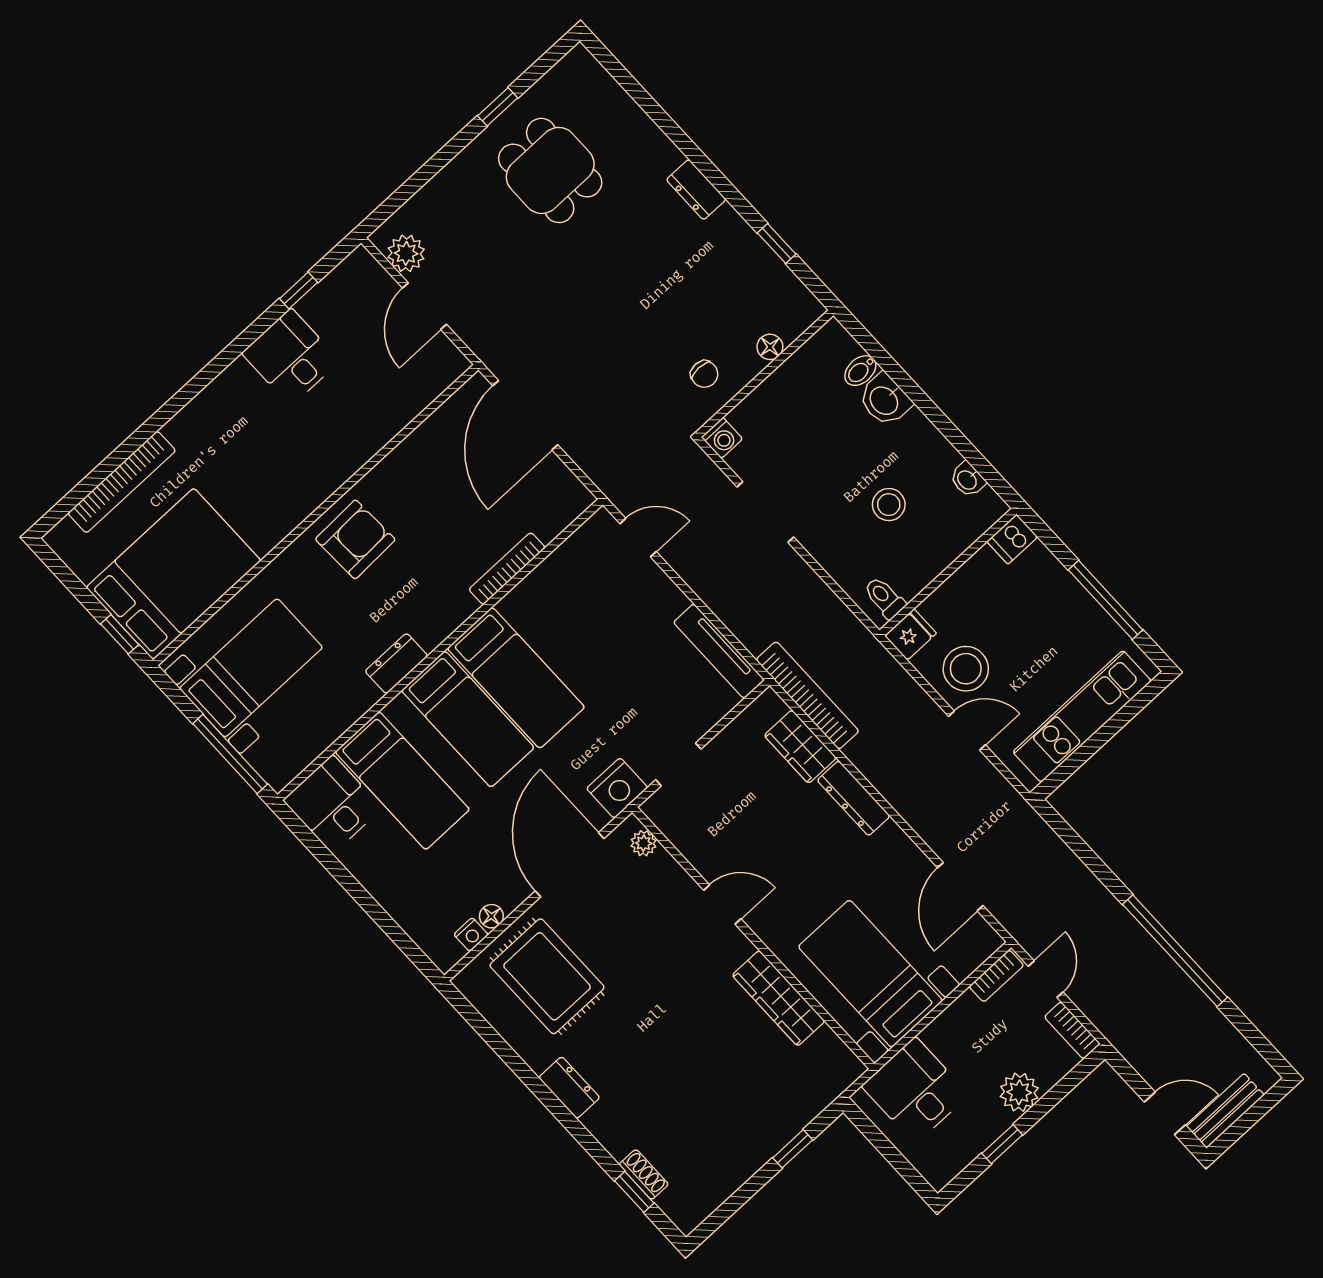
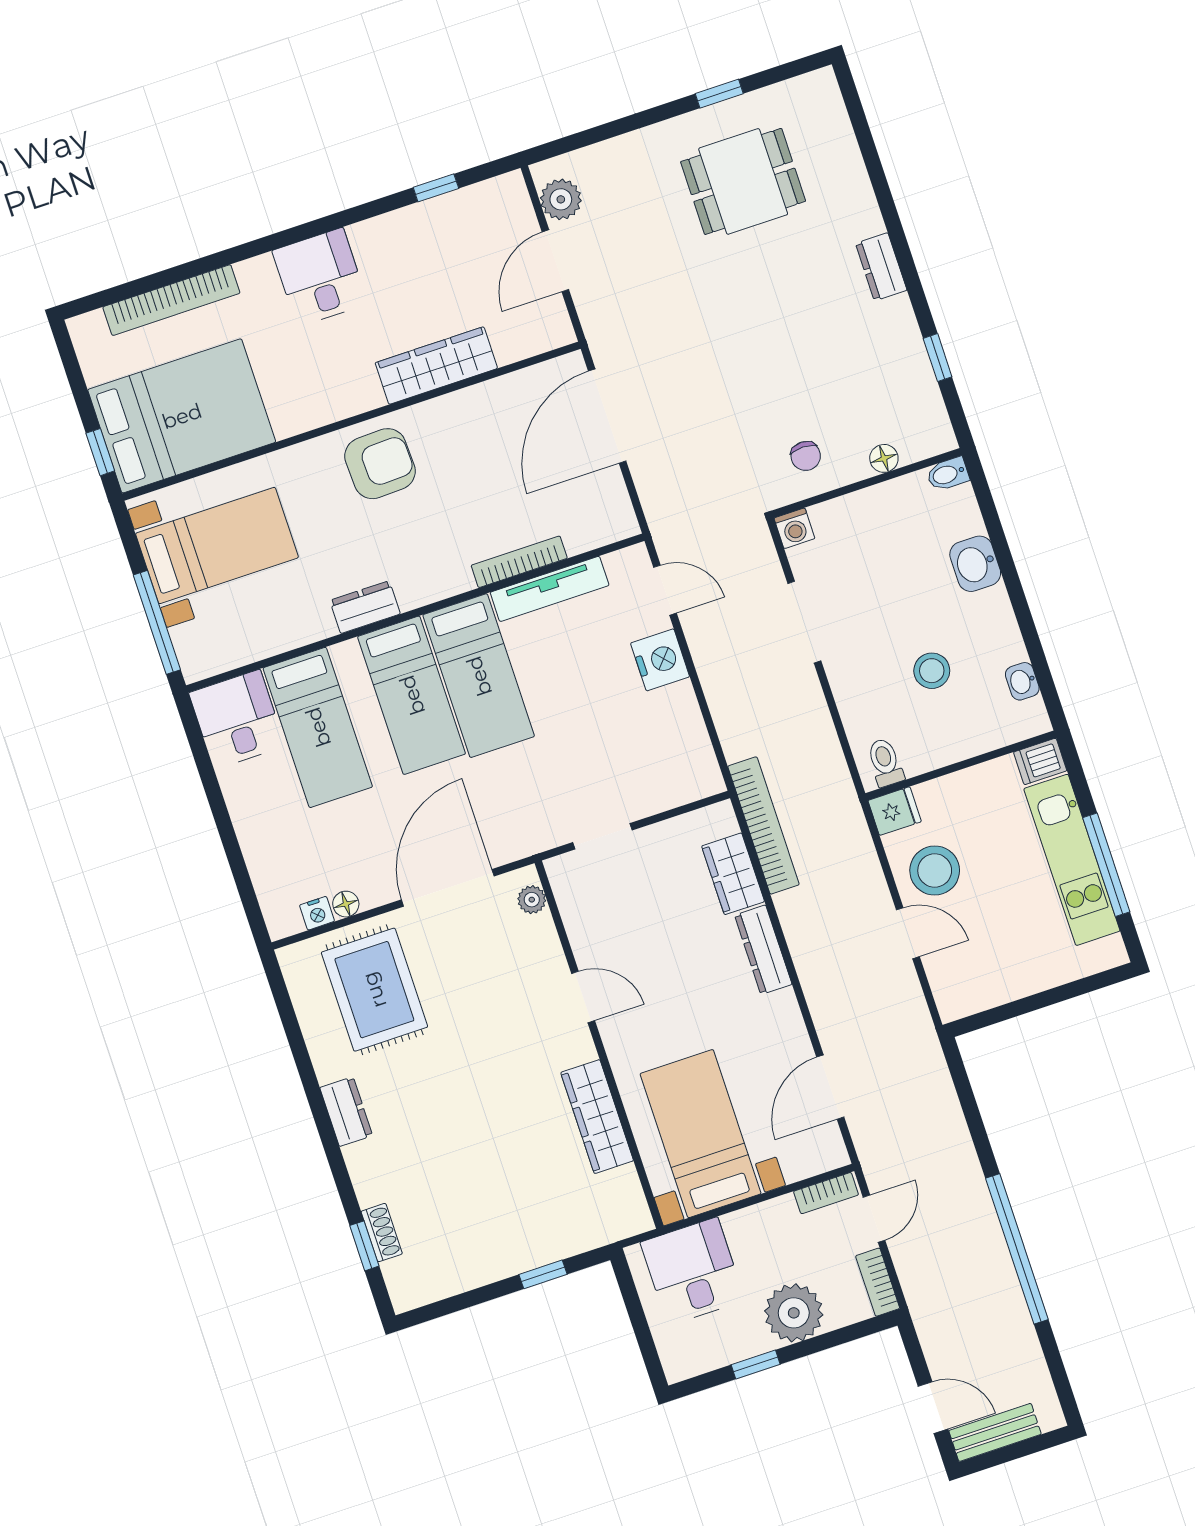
dining table: (550, 170) -> (743, 181), turned 90
desk: (291, 357) -> (320, 277), moved
bidet: (860, 371) -> (948, 474), moved
wardrobe: (365, 437) -> (436, 366), added
tv unit: (719, 651) -> (550, 589), moved, turned -90
kitchen unit: (1082, 716) -> (1072, 860), moved, turned -90
nightstand: (617, 788) -> (660, 660), moved, turned -90
plant: (1019, 1092) -> (794, 1313), width x1.36, depth x1.36

